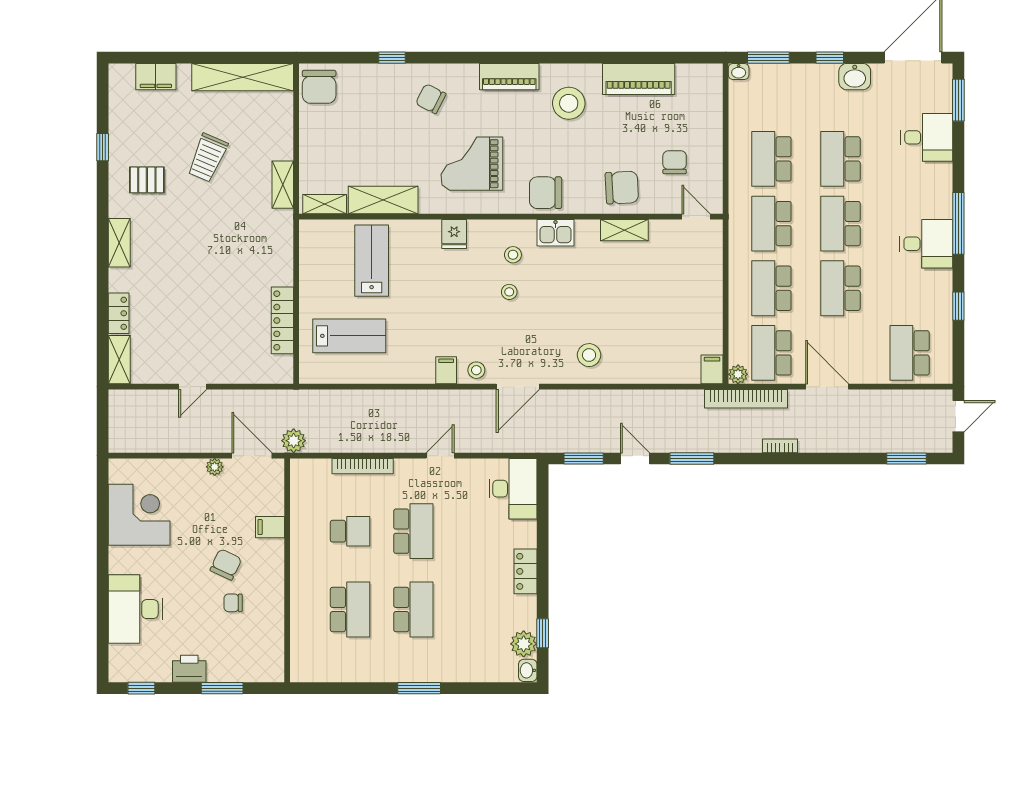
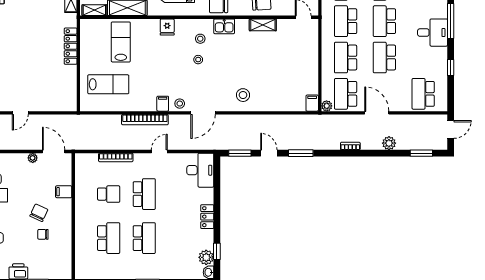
locker: (282, 320) -> (71, 46), moved
bookcase: (746, 399) -> (145, 120), moved
plant: (294, 441) -> (389, 143), moved

